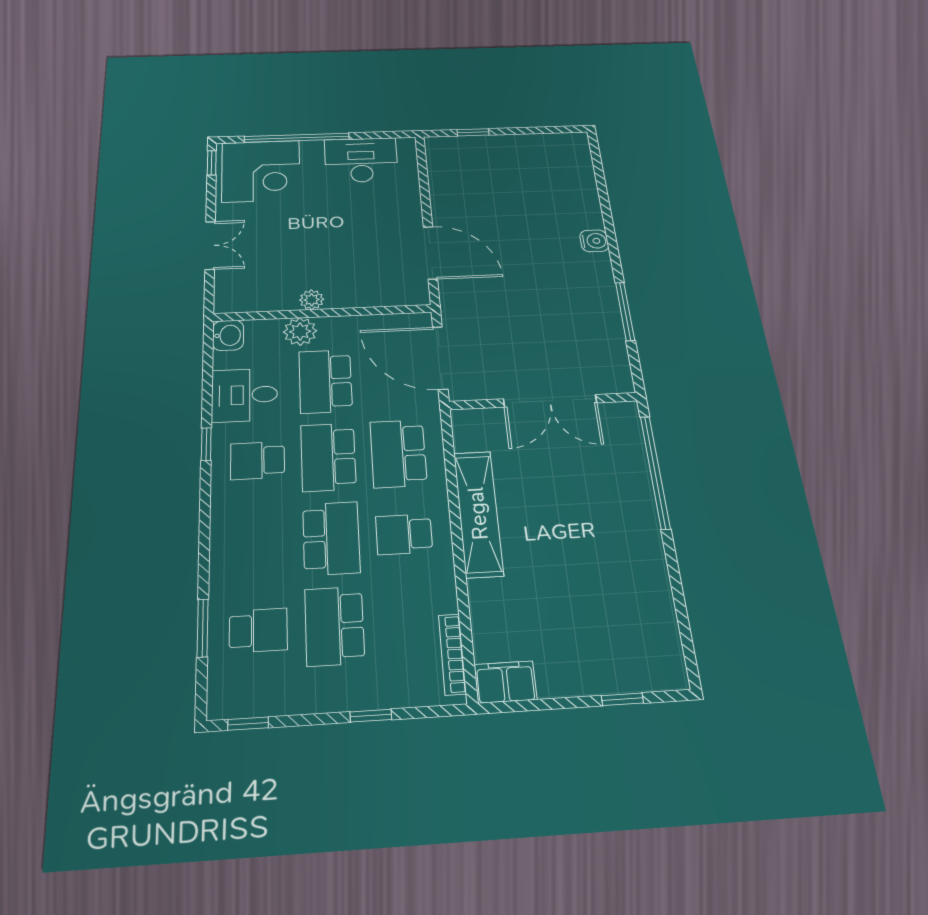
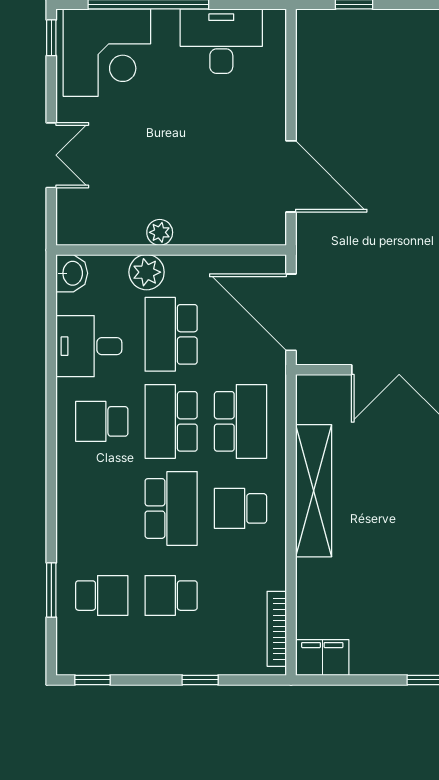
window: (206, 444) -> (51, 401), removed
school desk: (398, 453) -> (241, 421), turned 180
school desk: (335, 626) -> (171, 596), width x0.54

